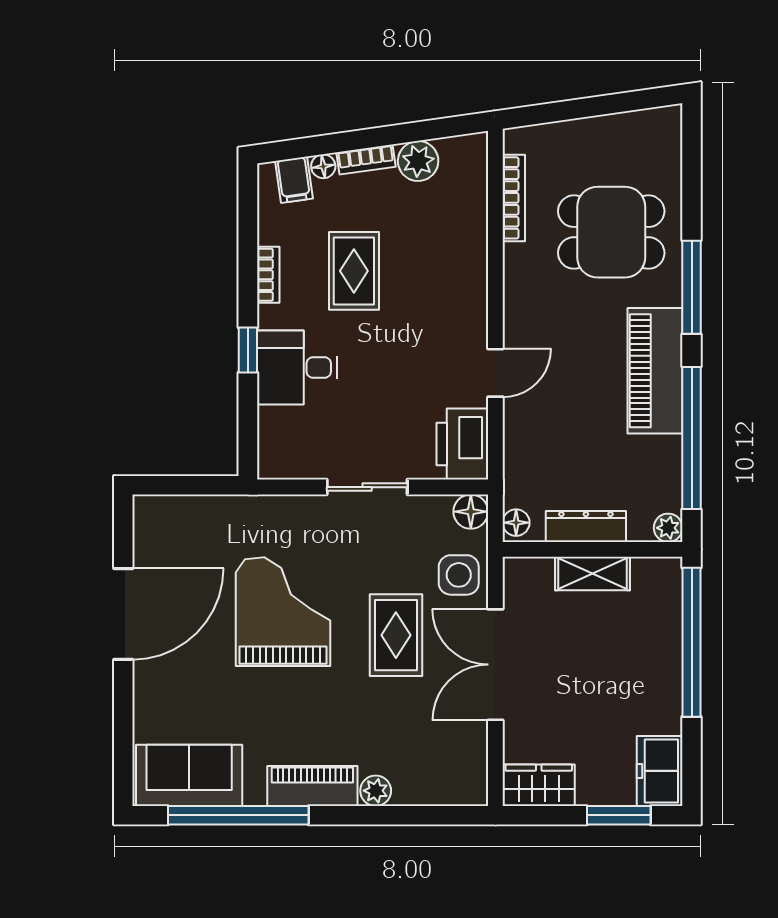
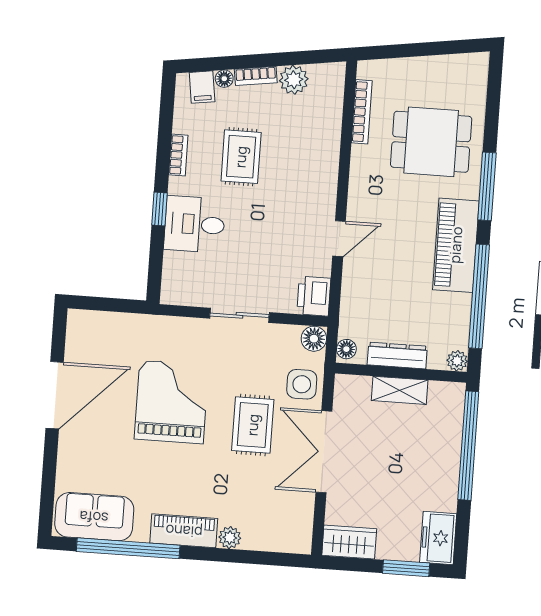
printer: (462, 444) -> (314, 296), width x0.73, depth x0.84

